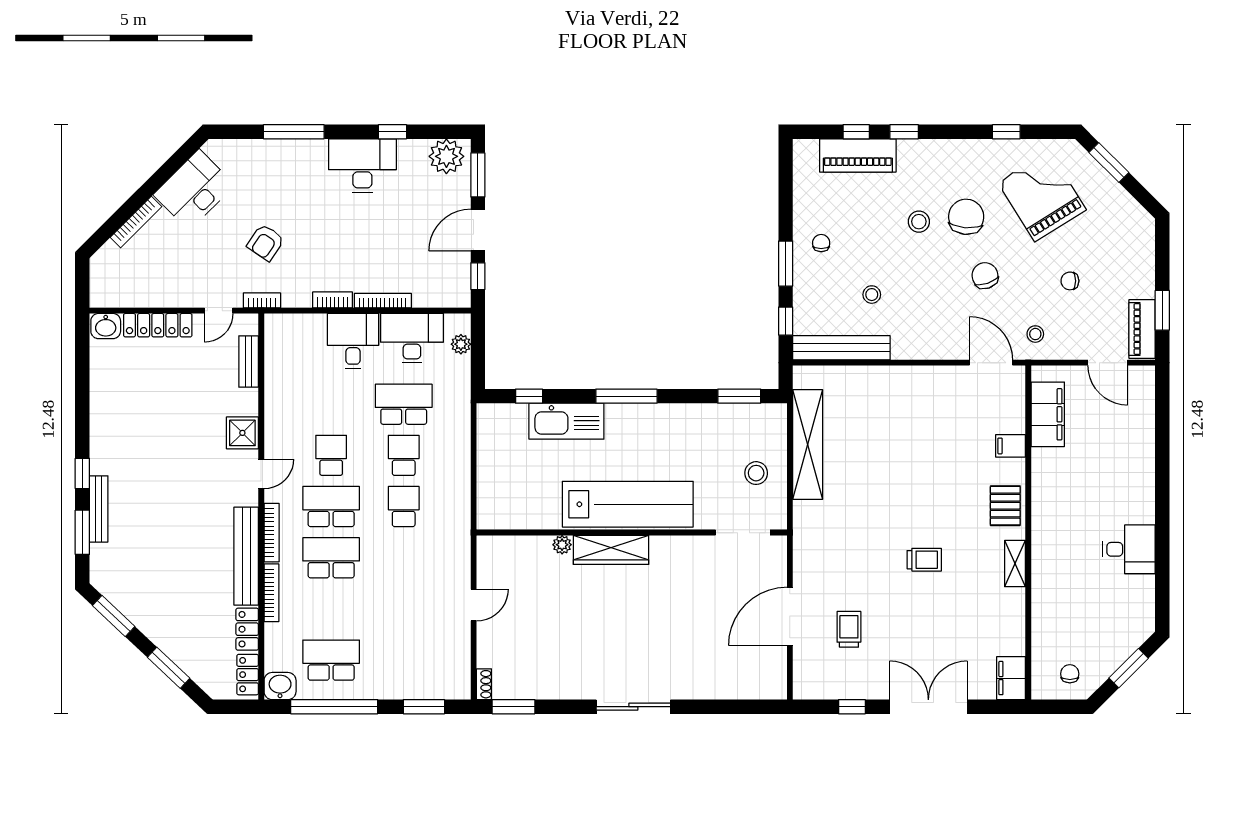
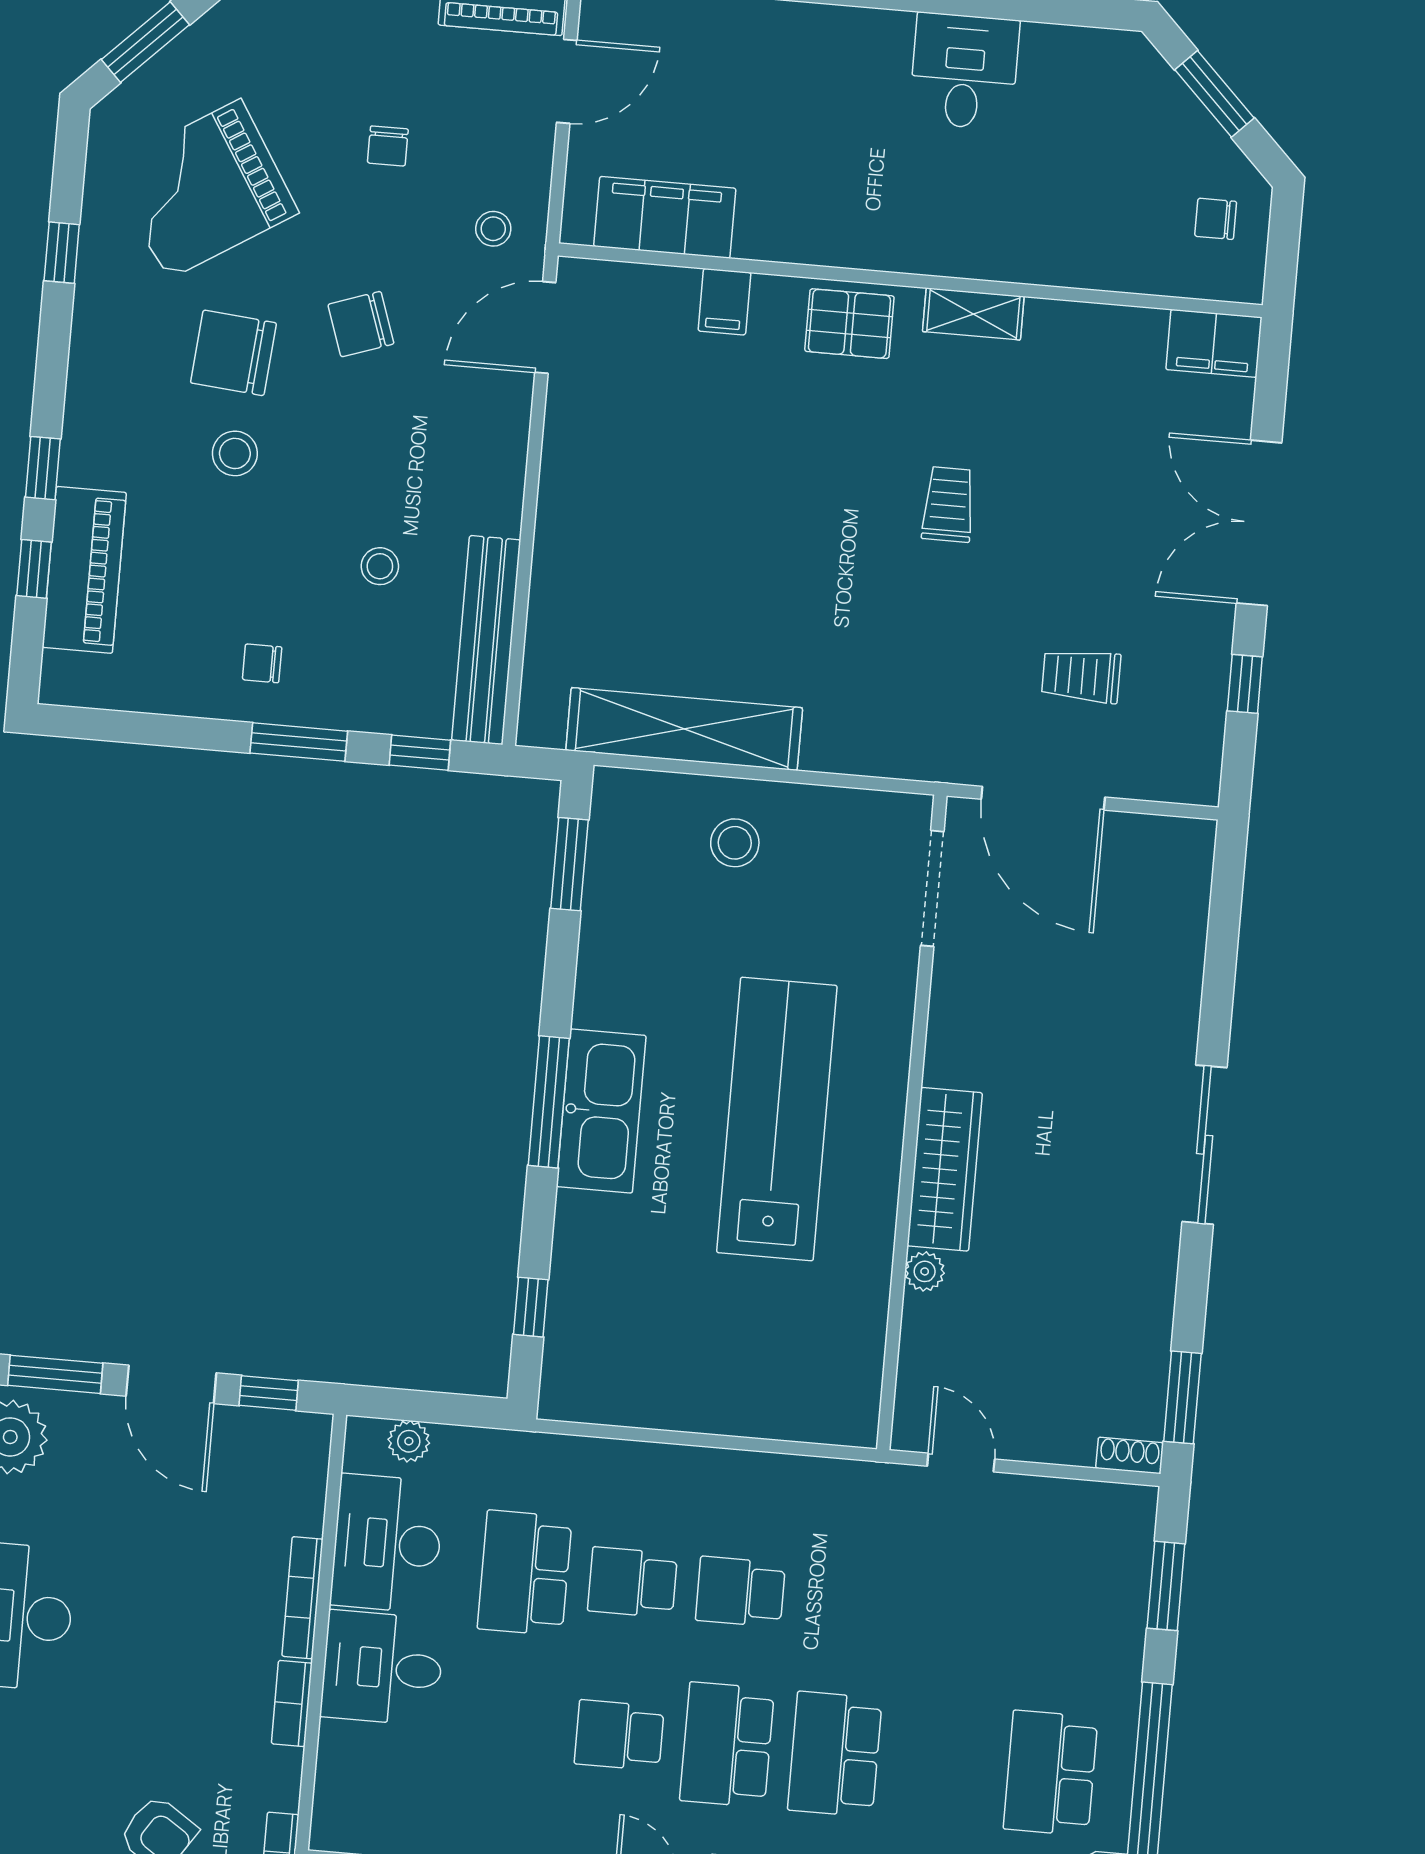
kitchen sink: (566, 421) -> (601, 1111), moved
wall: (632, 533) -> (912, 1122), moved
doorway: (743, 533) -> (932, 888), moved
plant: (562, 545) -> (925, 1271), moved
wardrobe: (611, 550) -> (945, 1169), moved

